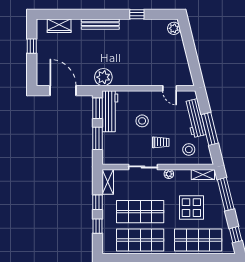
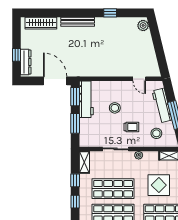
wardrobe: (59, 26) -> (41, 23), width x1.50
window: (32, 46) -> (17, 55), moved
dresser: (42, 69) -> (26, 62), added
plant: (103, 77) -> (80, 69), removed
door: (63, 91) -> (55, 81), moved

